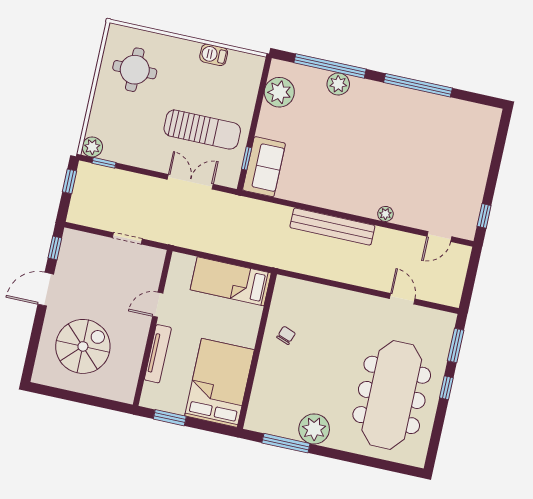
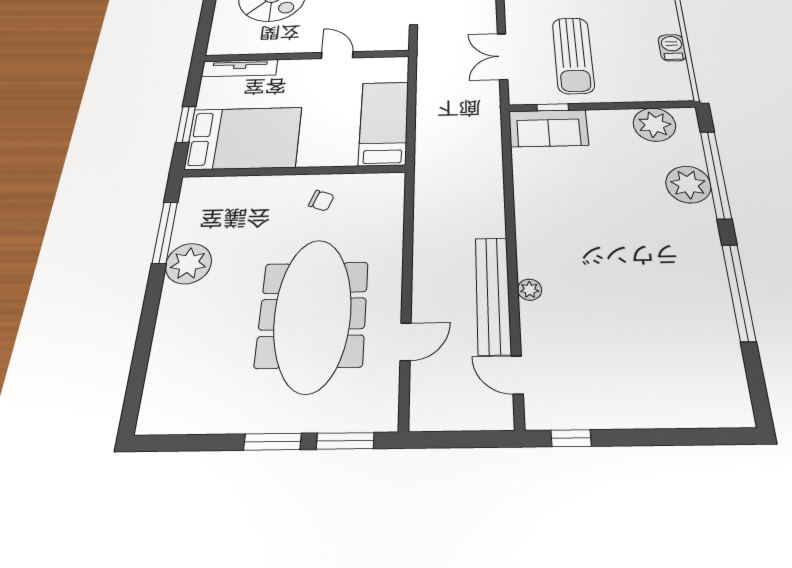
plant: (338, 84) -> (688, 184), width x1.36, depth x1.36
double door: (190, 182) -> (503, 56), swing flipped
bench: (332, 227) -> (493, 295), moved
tv unit: (158, 354) -> (240, 68), moved
window: (446, 388) -> (272, 442), width x1.50
meeting table: (392, 395) -> (313, 314), moved, turned 90
window: (170, 418) -> (186, 124), moved

